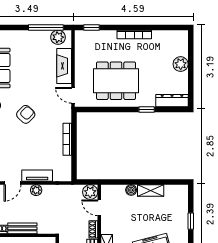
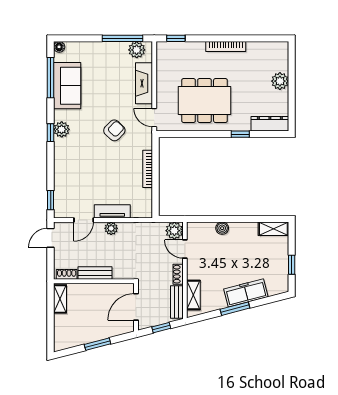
armchair: (26, 114) -> (114, 130), moved
shelving: (151, 190) -> (273, 229), moved

